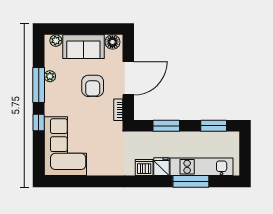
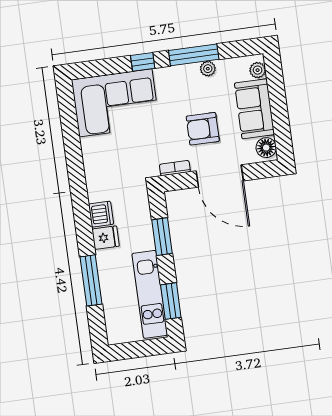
kitchen unit: (202, 167) -> (150, 294), moved, turned 180

